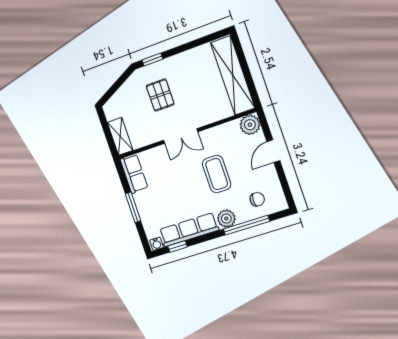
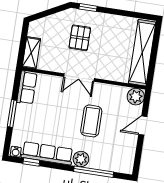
chair: (257, 199) -> (112, 156), removed

